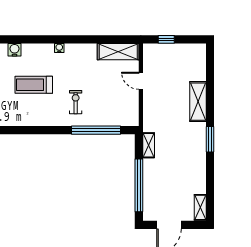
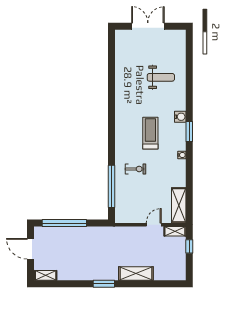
window: (32, 39) -> (189, 132), added
shelving: (149, 145) -> (175, 231), moved

